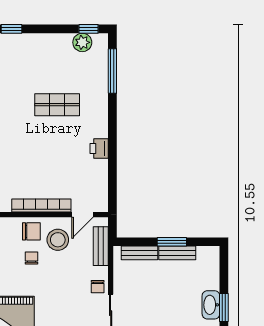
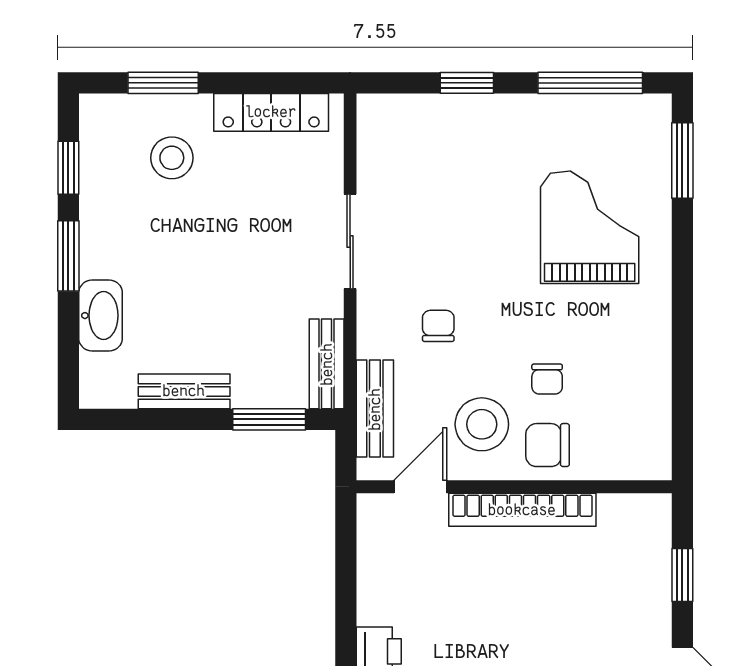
window: (172, 242) -> (269, 419), moved
bench: (140, 253) -> (327, 364), moved, turned 90
chair: (98, 287) -> (438, 326), moved
washbasin: (211, 305) -> (101, 316), moved

